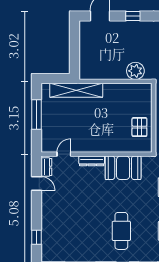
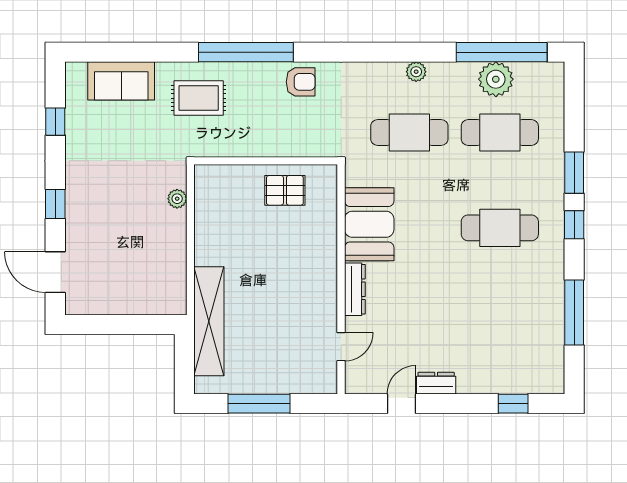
plant: (135, 71) -> (177, 199), width x0.53, depth x0.53
door: (64, 154) -> (341, 347), swing flipped
dresser: (46, 167) -> (436, 383), moved

